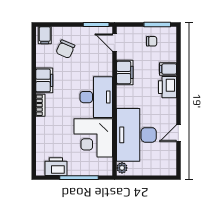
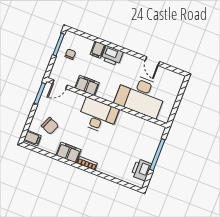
corner desk: (93, 138) -> (130, 131), removed
plant: (122, 168) -> (163, 117), removed

